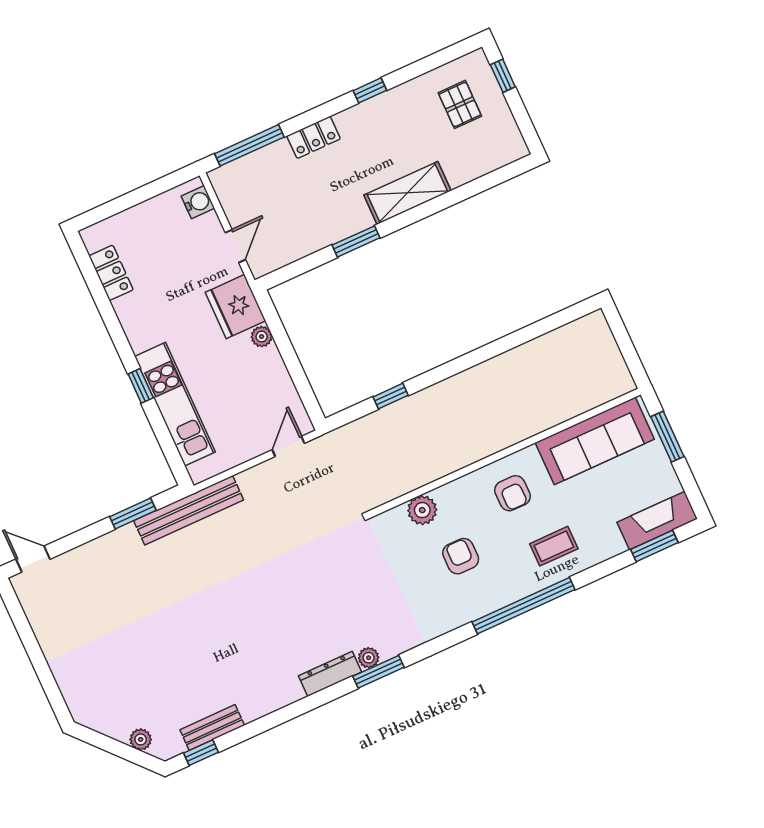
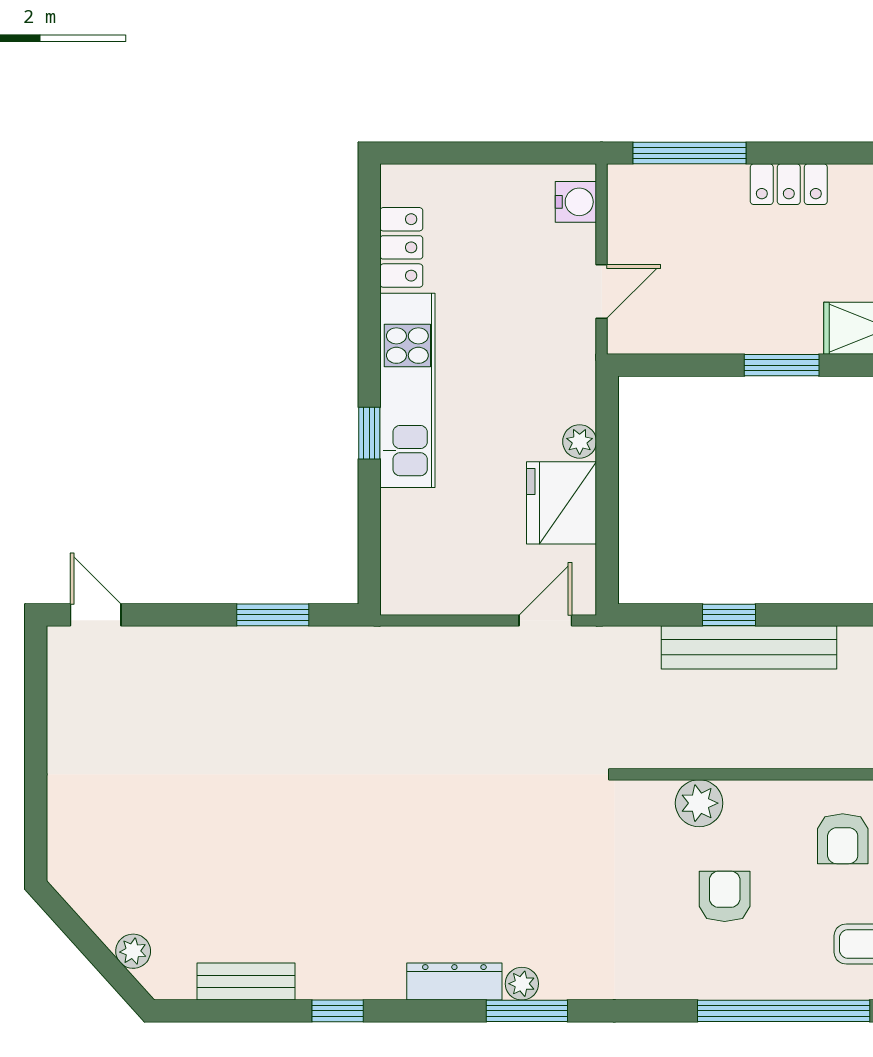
fridge: (236, 306) -> (561, 503), moved
kitchen unit: (175, 404) -> (407, 390), moved
bench: (189, 510) -> (749, 647), moved
window: (201, 753) -> (338, 1011), moved

